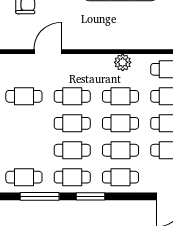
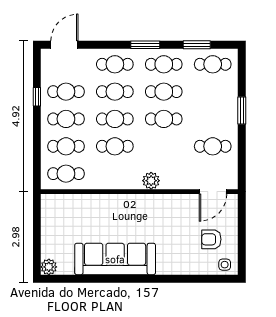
door: (48, 52) -> (213, 192), moved
plant: (123, 62) -> (151, 181), moved
cafe table: (72, 96) -> (164, 146), removed
window: (40, 196) -> (197, 45), width x0.69

